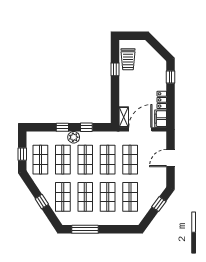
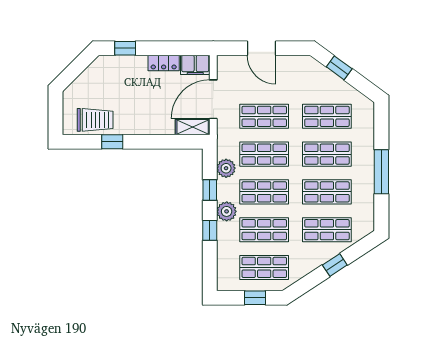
door: (140, 129) -> (213, 99), hinge flipped
plant: (99, 137) -> (226, 168), added
window: (85, 229) -> (381, 172), moved

